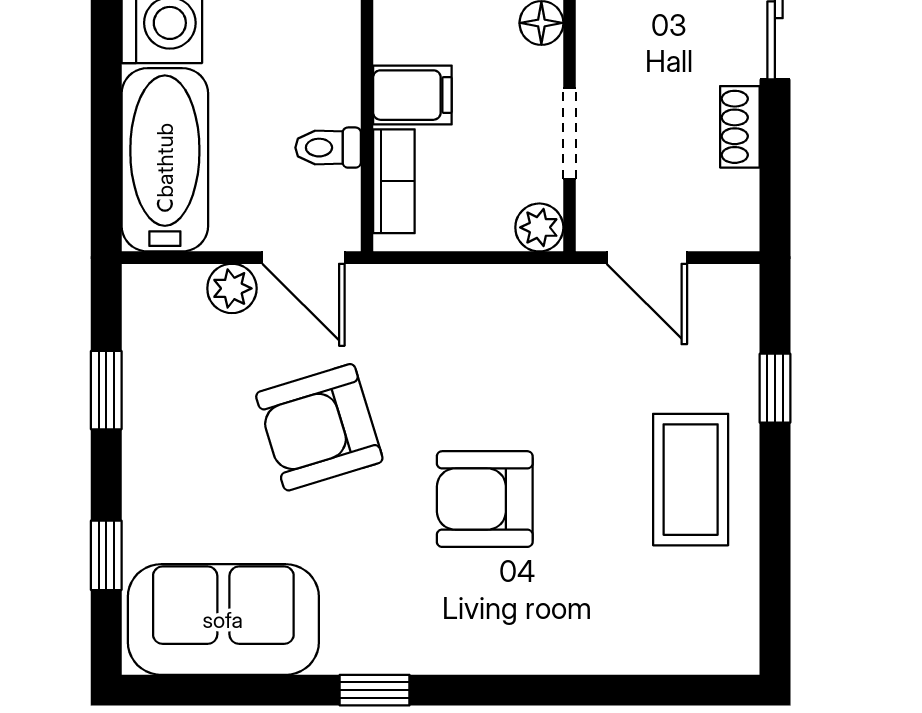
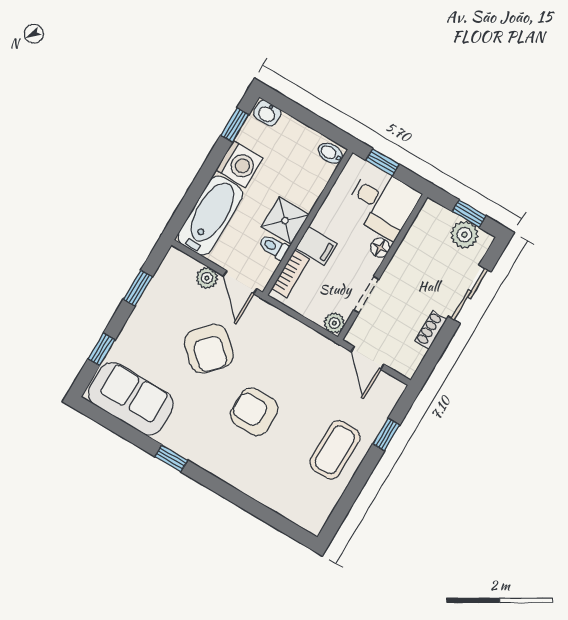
shower: (320, 82) -> (285, 221), added
armchair: (319, 427) -> (209, 349), turned -120

